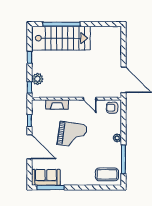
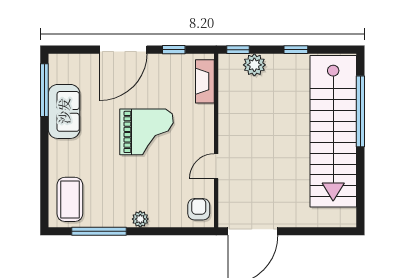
stairs: (61, 38) -> (333, 131), width x1.36
fireplace: (57, 104) -> (205, 81), moved
grand piano: (72, 135) -> (147, 132), turned -98
sofa: (46, 177) -> (64, 111), moved

